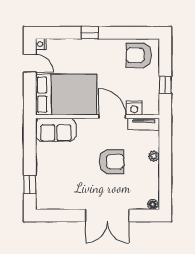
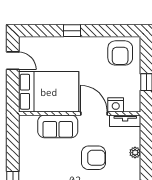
nightstand: (41, 44) -> (24, 42), removed
armchair: (139, 55) -> (120, 53), turned -90
sofa: (56, 130) -> (58, 126), moved

